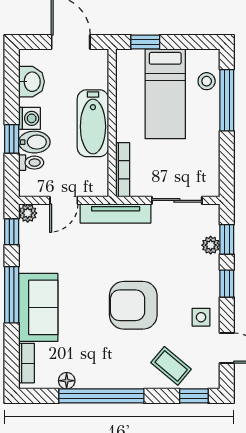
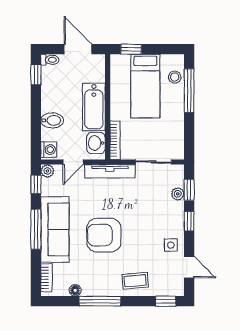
washbasin: (31, 82) -> (96, 143), moved, turned 180
washing machine: (29, 118) -> (49, 150), moved
window: (12, 139) -> (36, 75), moved
toilet: (31, 163) -> (50, 60), moved
armchair: (133, 305) -> (104, 235), moved
sofa: (38, 307) -> (55, 229), width x1.36
coffee table: (171, 366) -> (135, 281), moved, turned -45
window: (101, 396) -> (100, 301), width x0.68

